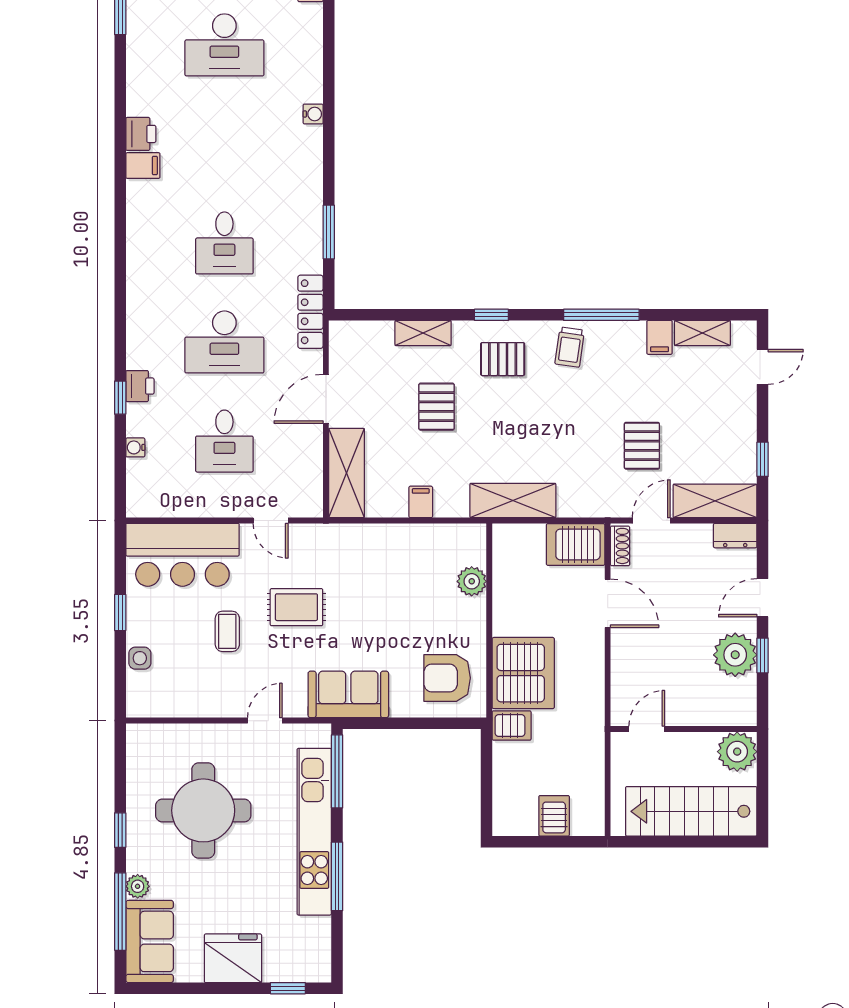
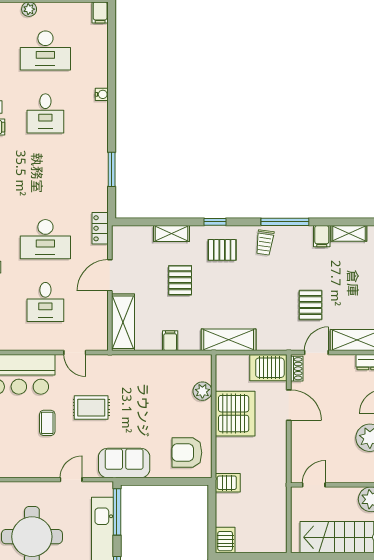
desk: (224, 243) -> (45, 113), moved
locker: (310, 312) -> (100, 228), width x0.66
server rack: (523, 673) -> (235, 414), moved
server rack: (554, 816) -> (225, 540), moved

